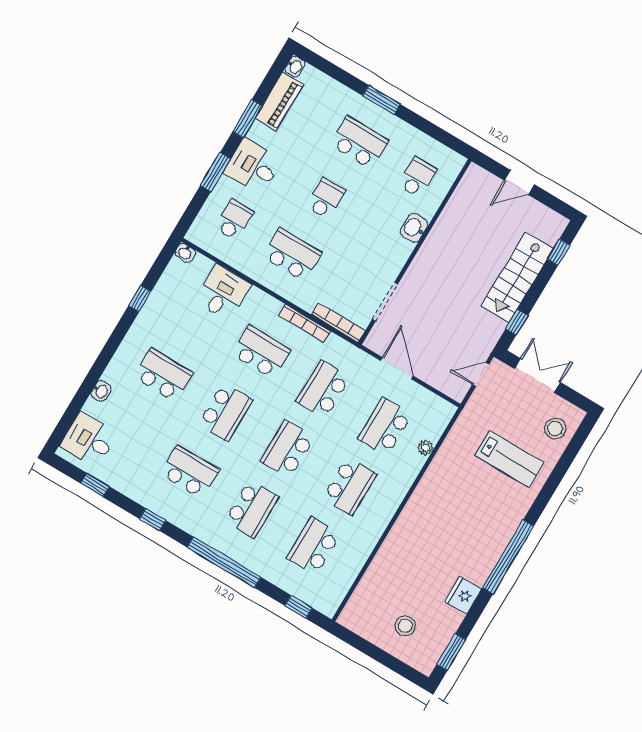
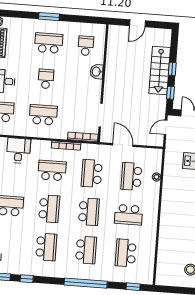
window: (559, 252) -> (172, 69), moved
school desk: (287, 449) -> (89, 212), turned 180
school desk: (190, 472) -> (46, 247), turned 90
school desk: (349, 486) -> (129, 215), turned 90
window: (153, 520) -> (27, 279), moved

